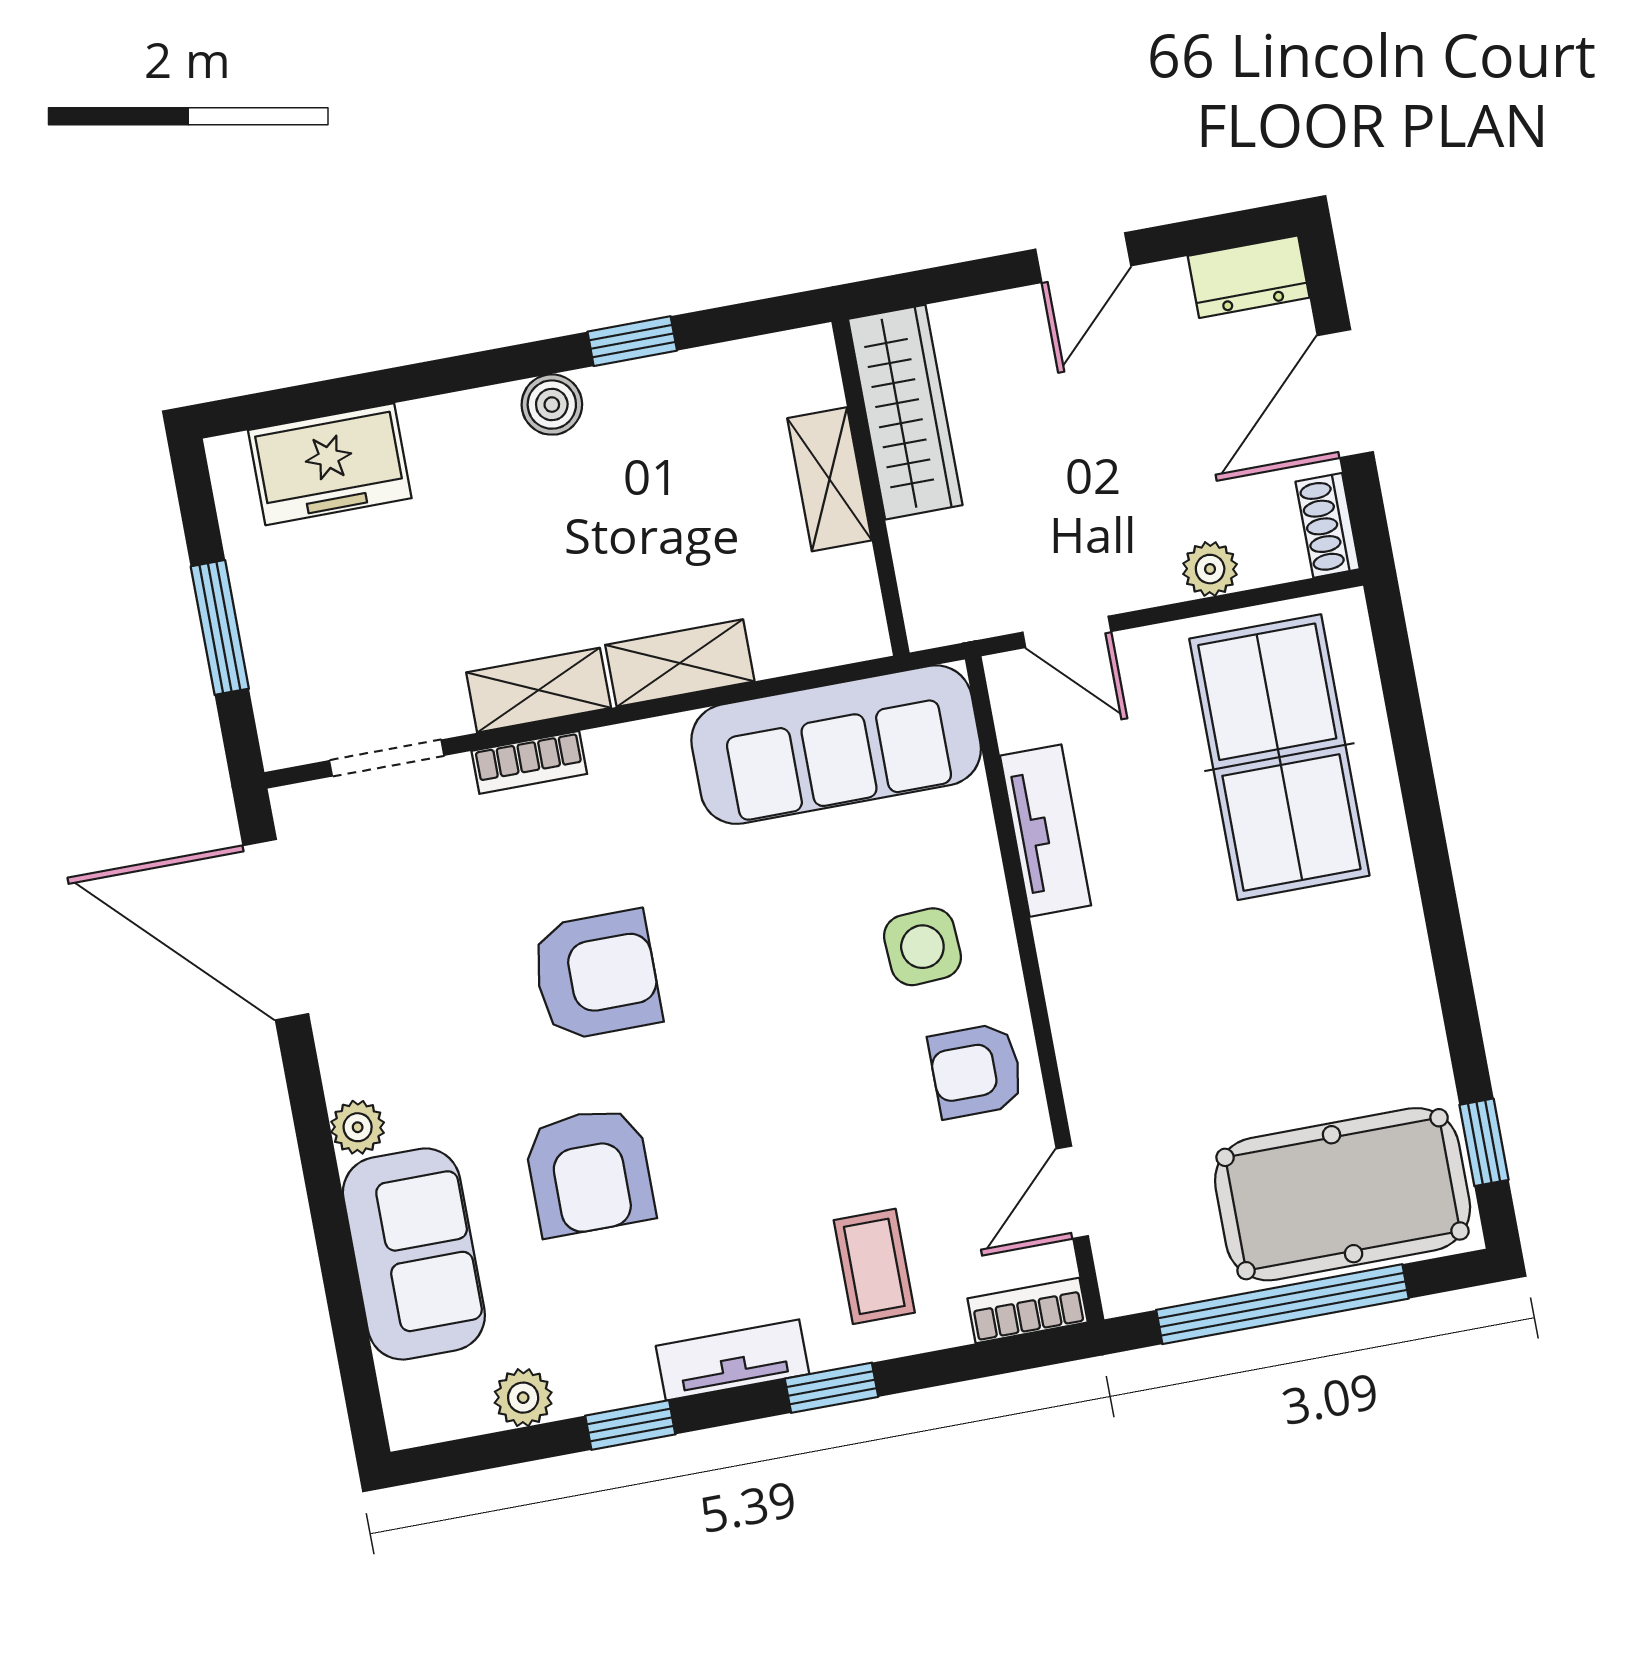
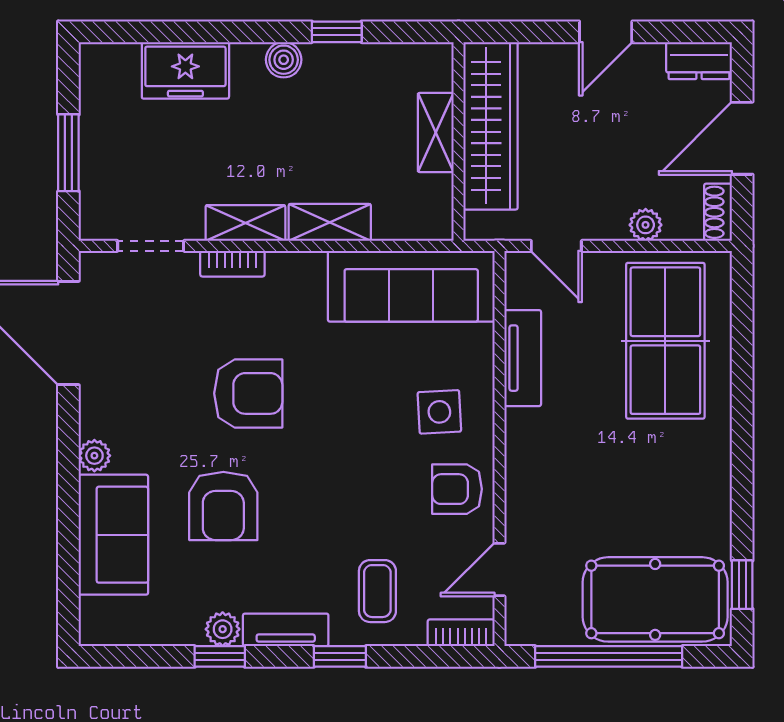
wardrobe: (905, 412) -> (491, 126), width x1.40, depth x1.17
freezer: (330, 464) -> (185, 70), moved
plant: (523, 1398) -> (223, 629), moved

